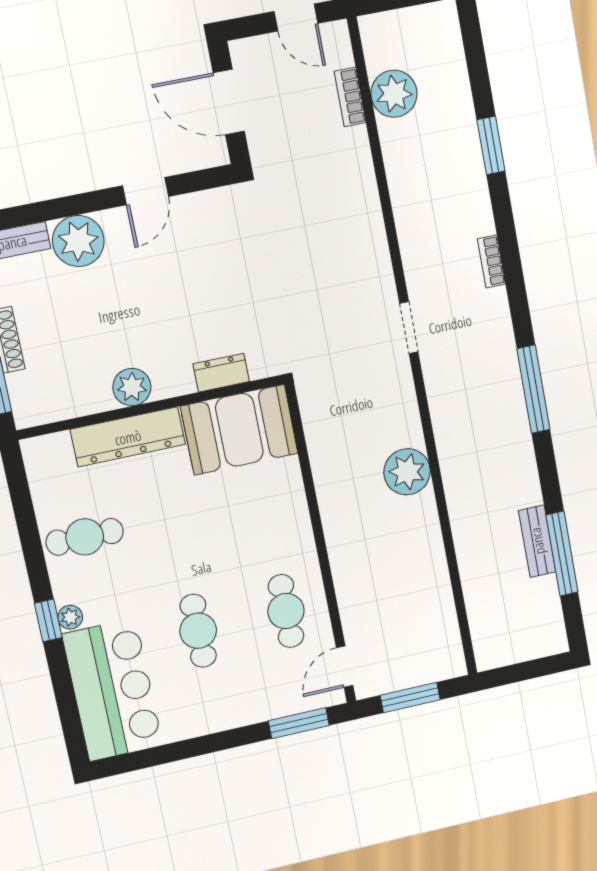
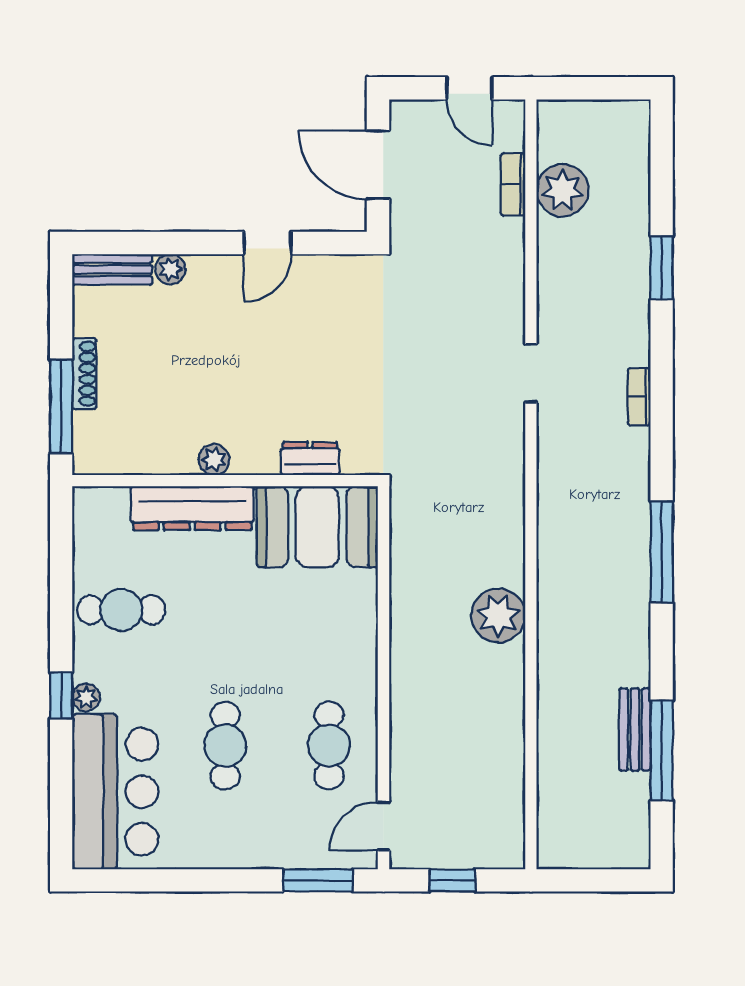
plant: (78, 241) -> (170, 269), width x0.53, depth x0.53
doorway: (409, 328) -> (531, 373), moved
plant: (132, 387) -> (214, 460), width x0.73, depth x0.73
window: (410, 697) -> (453, 880), width x0.67

